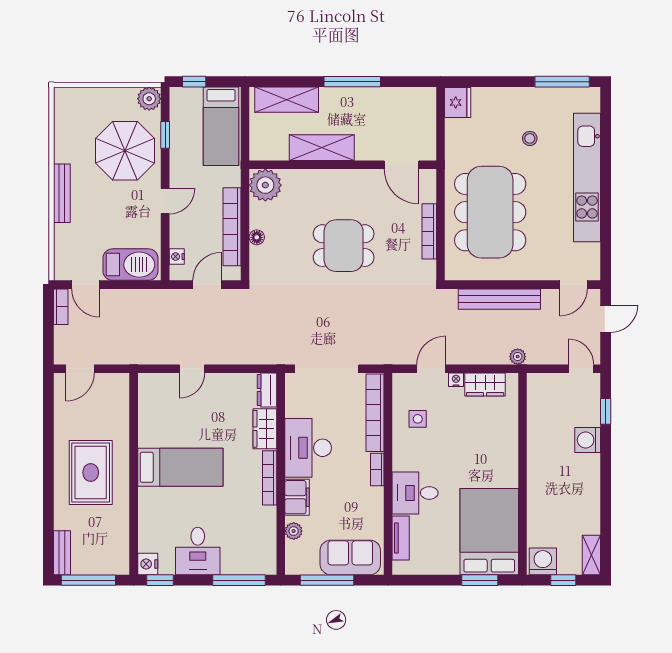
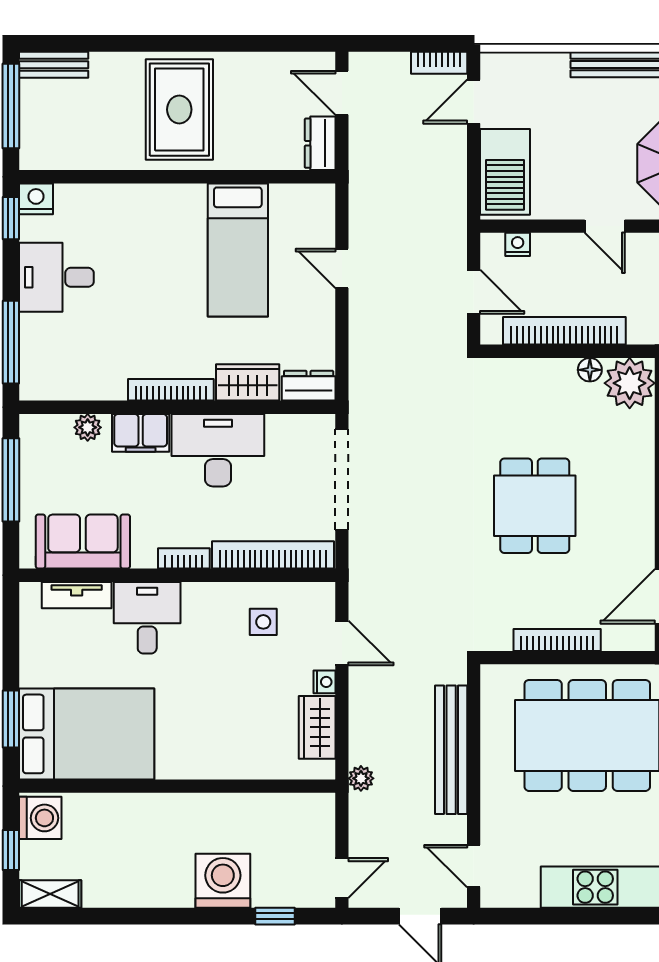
floor lamp: (257, 237) -> (590, 370), moved
dresser: (112, 383) -> (320, 143), added
washing machine: (588, 440) -> (223, 881), width x1.37, depth x1.37
bed: (180, 467) -> (238, 250), moved
rug: (91, 473) -> (179, 110), turned 90
sofa: (350, 557) -> (83, 541), moved, turned -90

